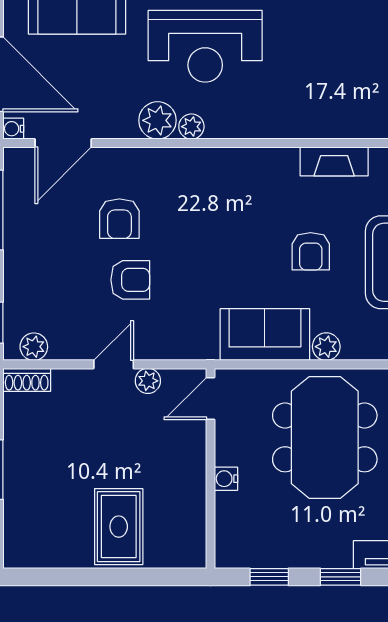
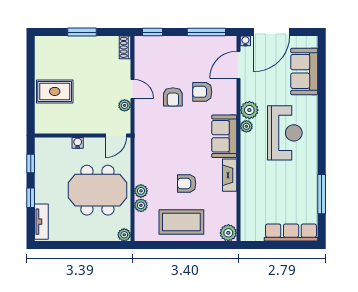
reception desk: (205, 46) -> (285, 133), turned 180
door: (63, 143) -> (239, 65), hinge flipped
fireplace: (334, 161) -> (230, 175), moved
sofa: (265, 335) -> (224, 136), moved, turned 180
plant: (34, 347) -> (141, 205), moved
door: (210, 398) -> (116, 135), swing flipped

